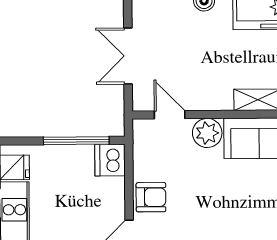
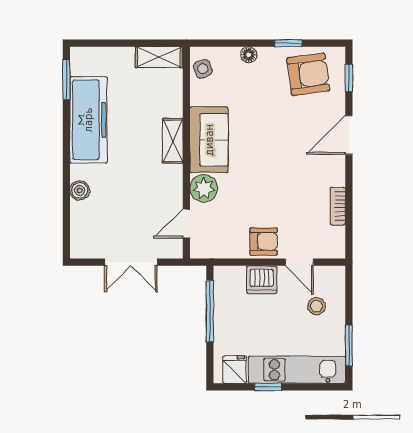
dishwasher: (110, 160) -> (262, 280), moved
armchair: (151, 197) -> (264, 241), turned 90

